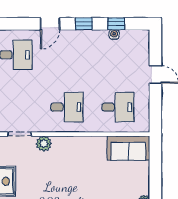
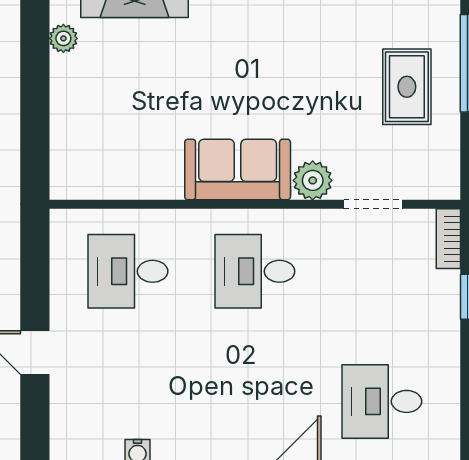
sofa: (128, 148) -> (238, 169), moved

